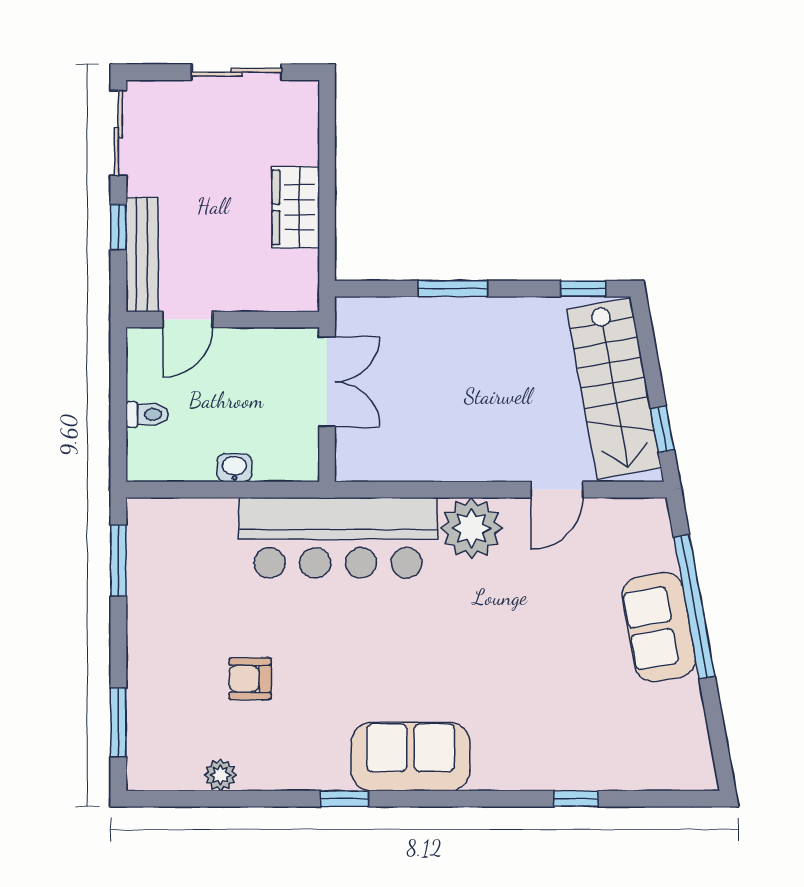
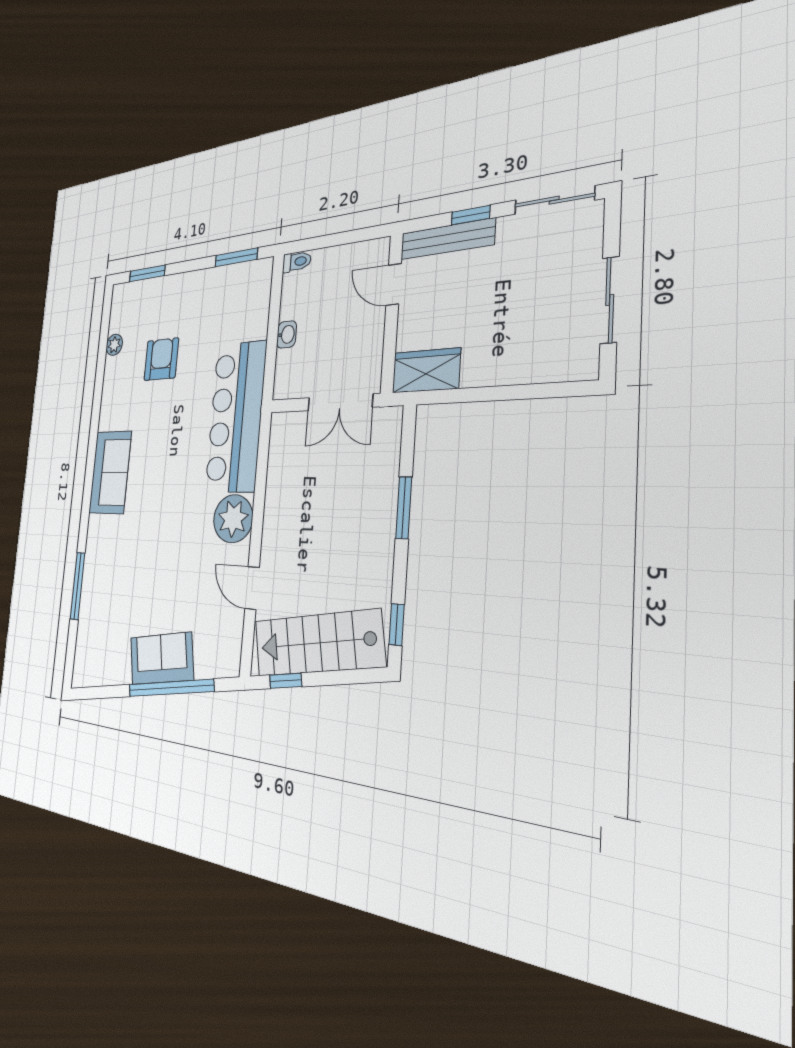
wardrobe: (296, 207) -> (426, 371), moved
toilet: (147, 414) -> (297, 262), moved, turned -90
armchair: (250, 679) -> (161, 359), width x1.38, depth x1.38
window: (345, 799) -> (94, 428), removed
window: (576, 799) -> (78, 586), width x2.17

